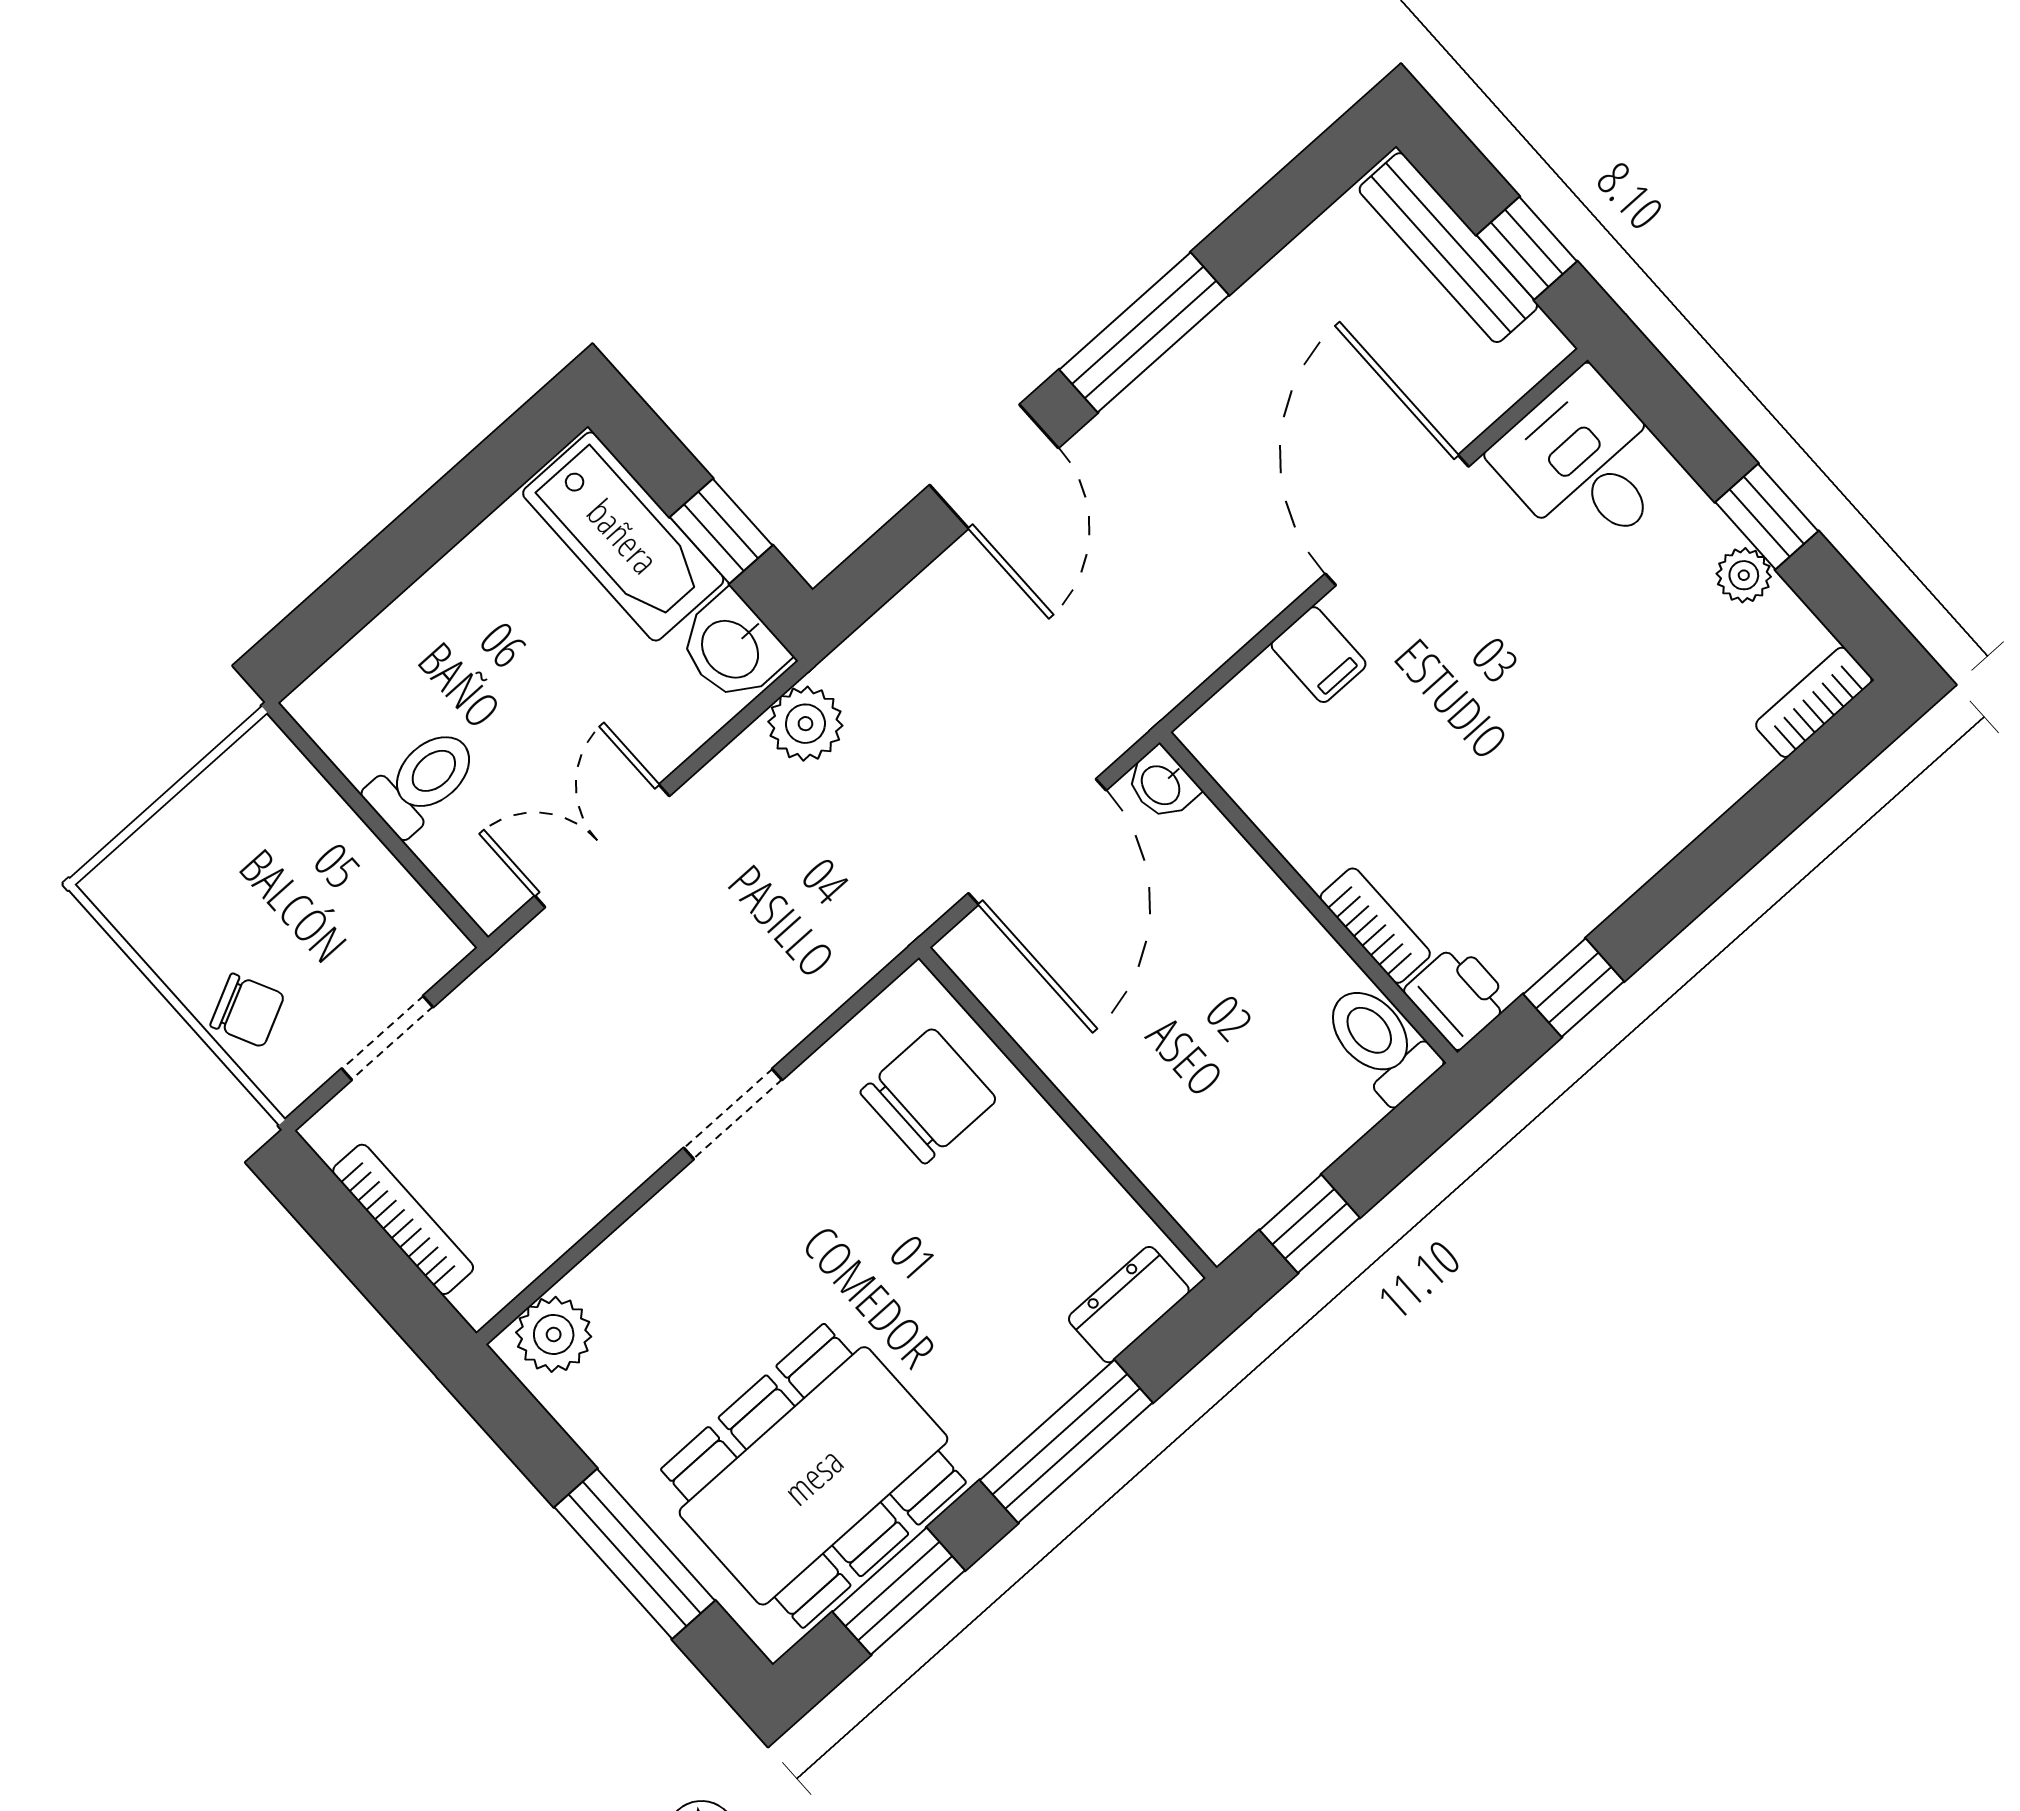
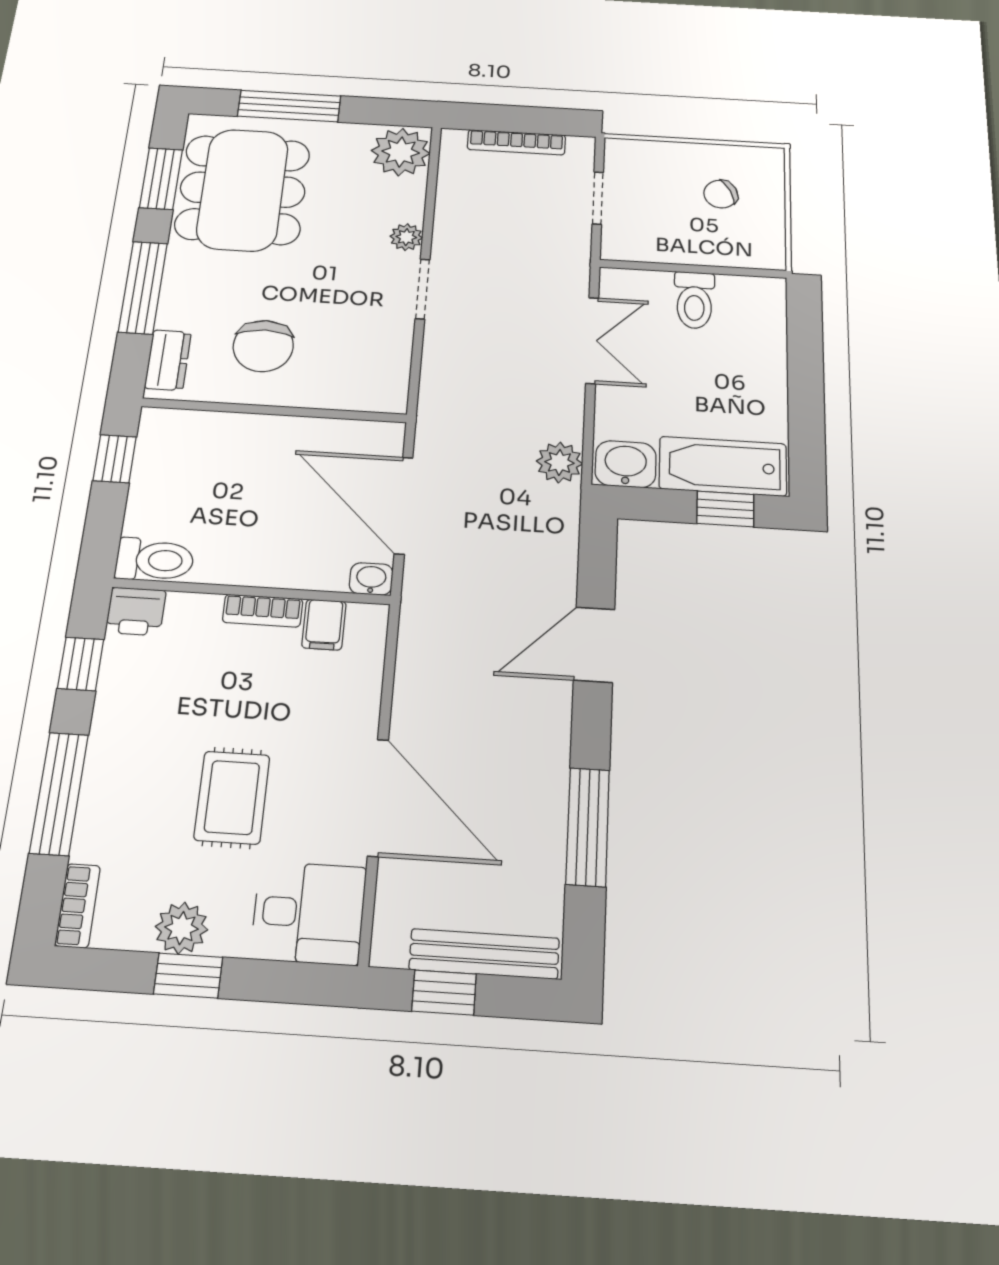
window: (1144, 332) -> (588, 827), moved
door: (994, 467) -> (594, 645), hinge flipped
window: (721, 531) -> (725, 509), moved
plant: (1744, 575) -> (181, 928), width x1.38, depth x1.38
filing cabinet: (1319, 655) -> (324, 625), moved, turned -90
rug: (1550, 670) -> (232, 797), added
window: (1727, 851) -> (59, 794), added
bookcase: (1375, 926) -> (263, 611), moved
chair: (247, 1010) -> (721, 194), moved
chair: (928, 1096) -> (263, 346), moved
plant: (680, 1209) -> (406, 237), added
plant: (554, 1334) -> (401, 152), width x1.36, depth x1.36

